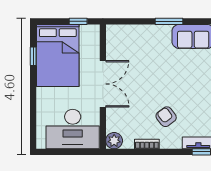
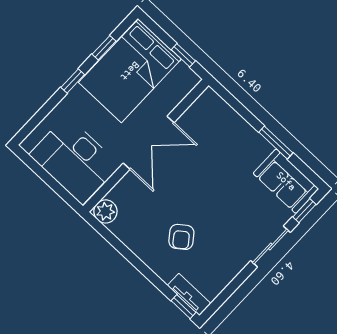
window: (33, 89) -> (73, 81), added
armchair: (166, 117) -> (181, 237), turned 180
bookcase: (147, 144) -> (136, 246), removed

